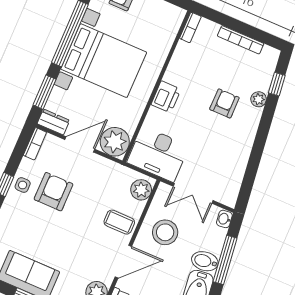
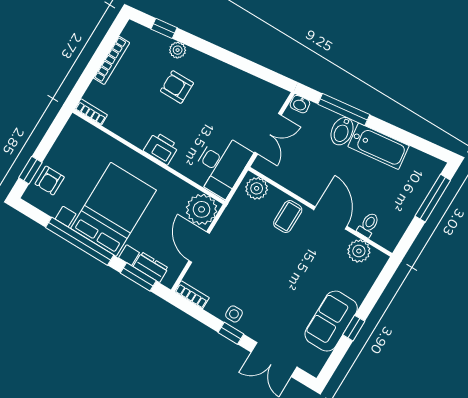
dresser: (53, 122) -> (151, 267), moved, turned 90
armchair: (53, 192) -> (246, 282), removed
stool: (165, 232) -> (305, 169), removed

